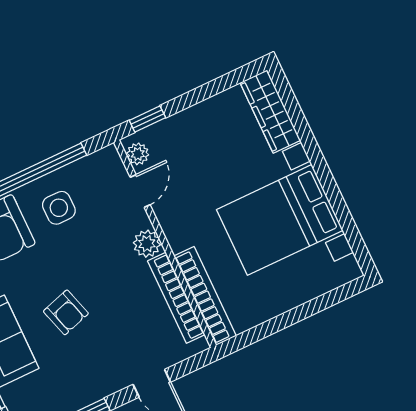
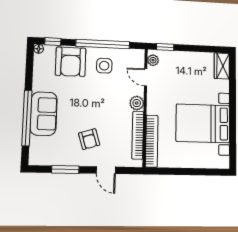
wardrobe: (270, 112) -> (222, 66), width x0.67
door: (140, 191) -> (146, 77), swing flipped
armchair: (66, 312) -> (89, 139), moved

